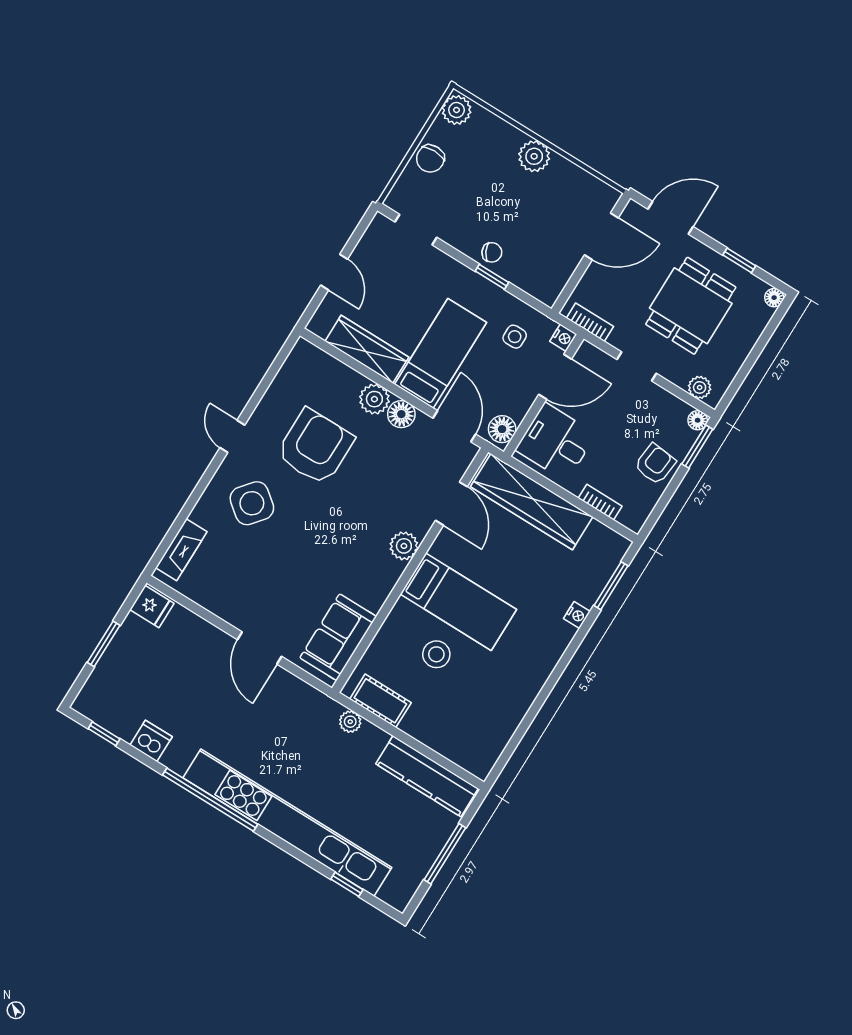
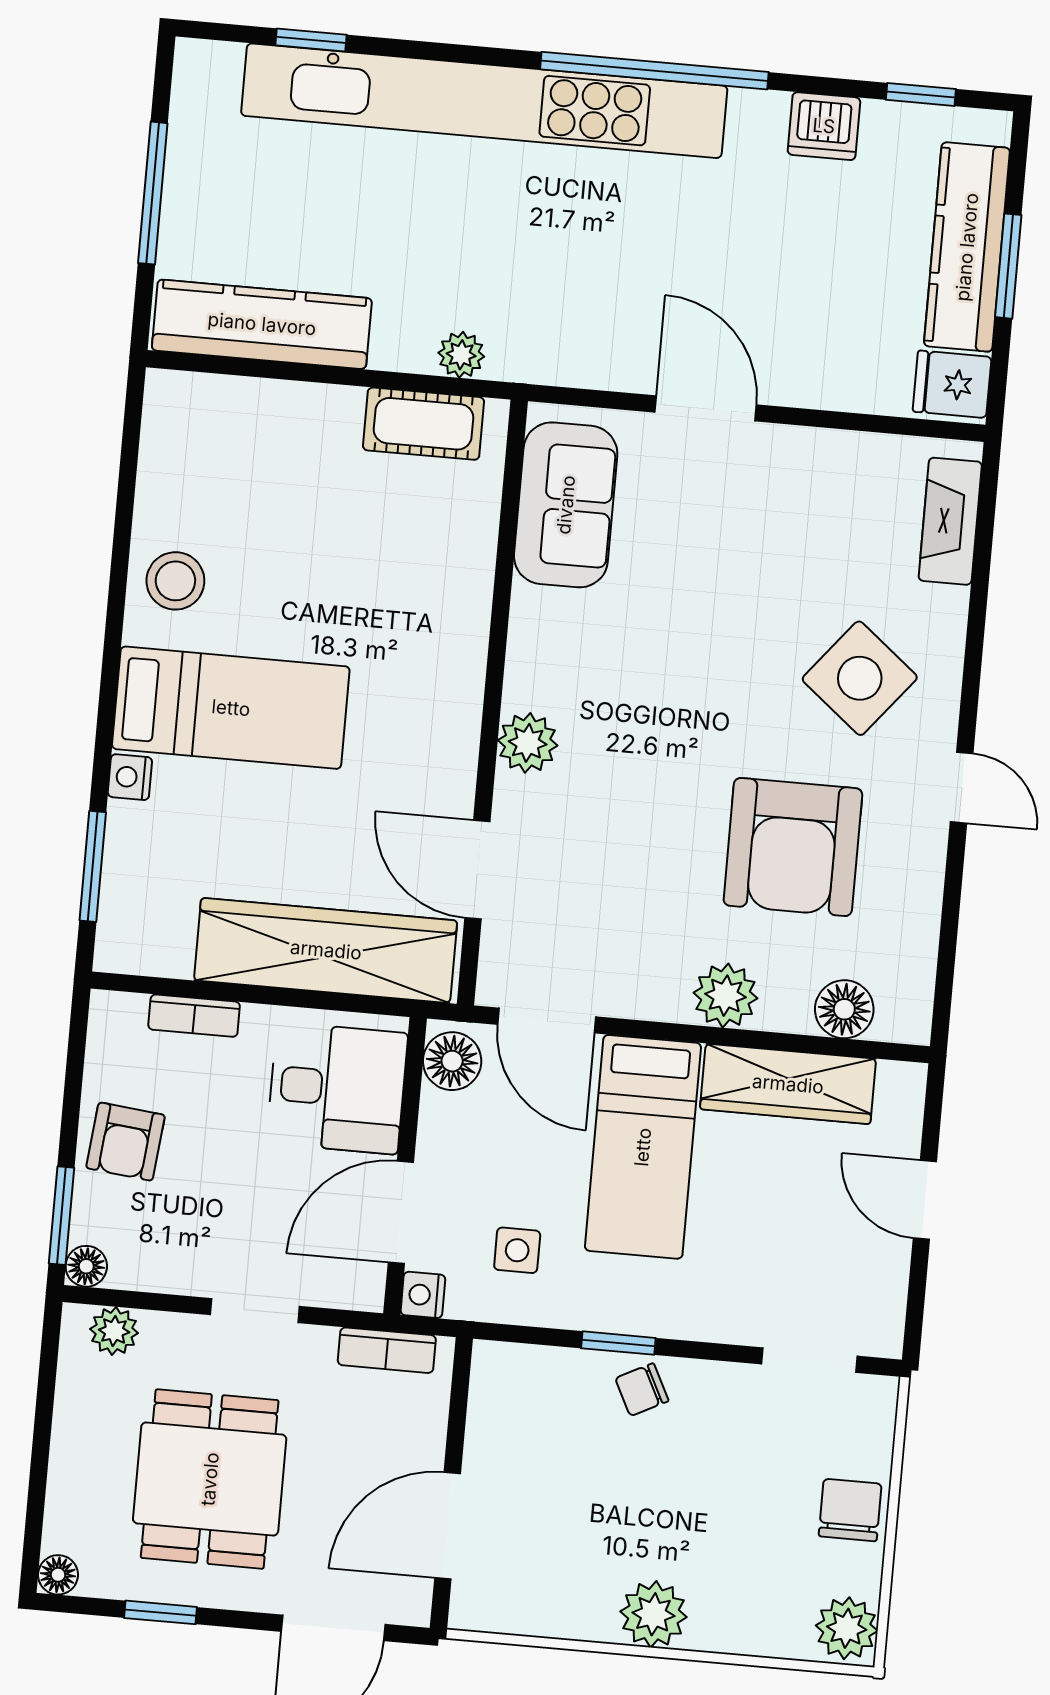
floor lamp: (401, 414) -> (844, 1009), moved
bed: (458, 602) -> (231, 708), moved, turned 180
stool: (436, 654) -> (175, 581), moved
kitchen counter: (117, 661) -> (967, 247), added

